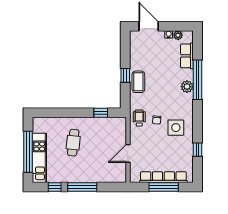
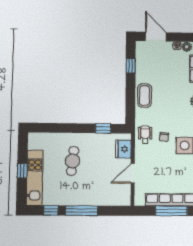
window: (125, 75) -> (131, 66), moved
fridge: (119, 131) -> (123, 149), added
window: (28, 152) -> (22, 171), width x0.32

